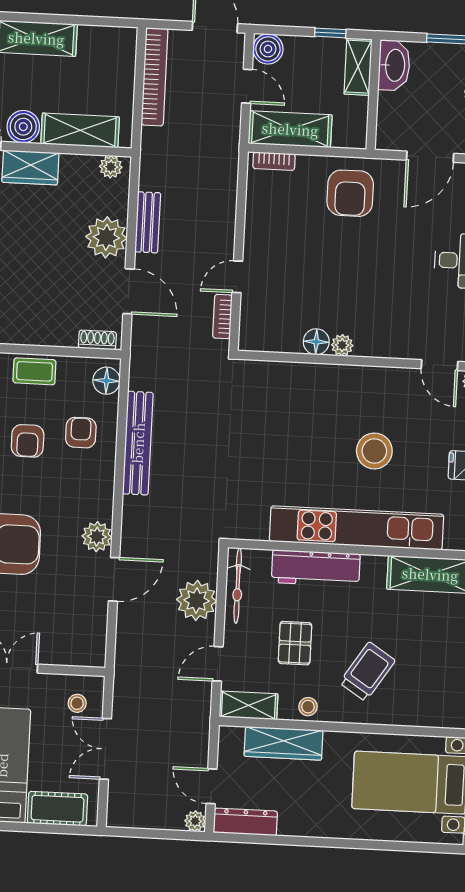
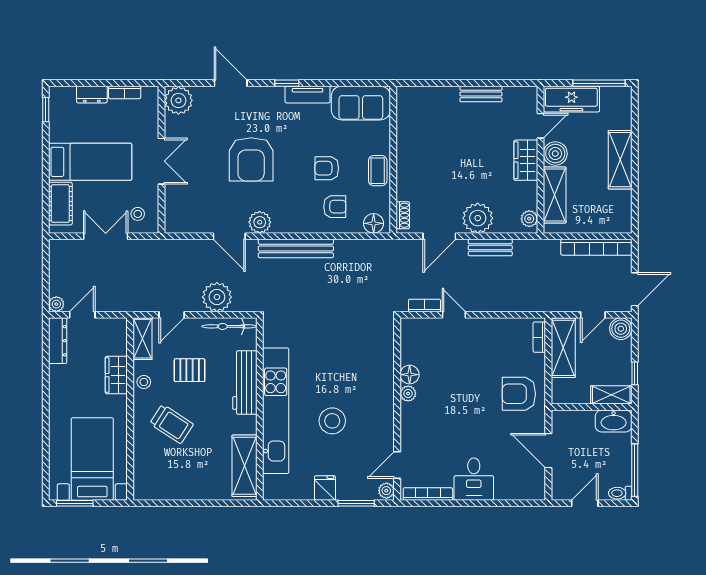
bench: (138, 443) -> (296, 248), moved
door: (218, 664) -> (172, 315), swing flipped
wardrobe: (284, 743) -> (116, 375), width x0.67

